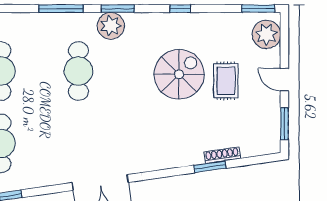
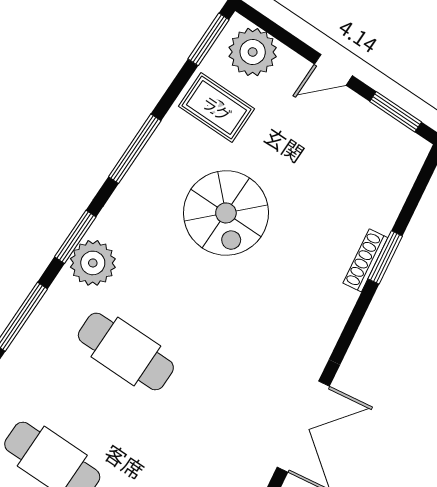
window: (180, 9) -> (135, 149), width x2.17
spiral stairs: (179, 74) -> (226, 213), turned 180
rug: (226, 81) -> (217, 108), moved
shoe rack: (222, 155) -> (365, 260), moved

